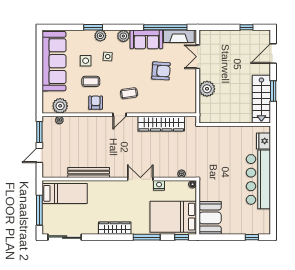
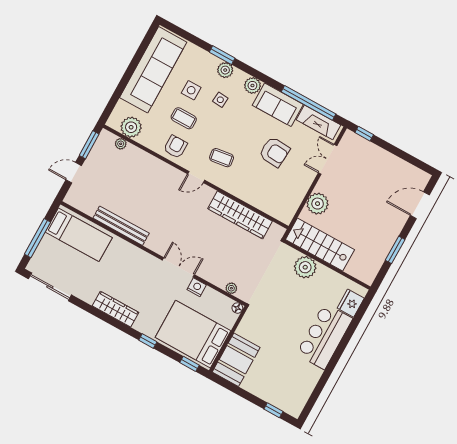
window: (246, 27) -> (364, 134), moved
stairs: (261, 99) -> (320, 245), moved, turned 90
plant: (222, 134) -> (305, 267), added
bar counter: (258, 179) -> (324, 336), width x0.73
window: (147, 237) -> (148, 341), width x0.46

